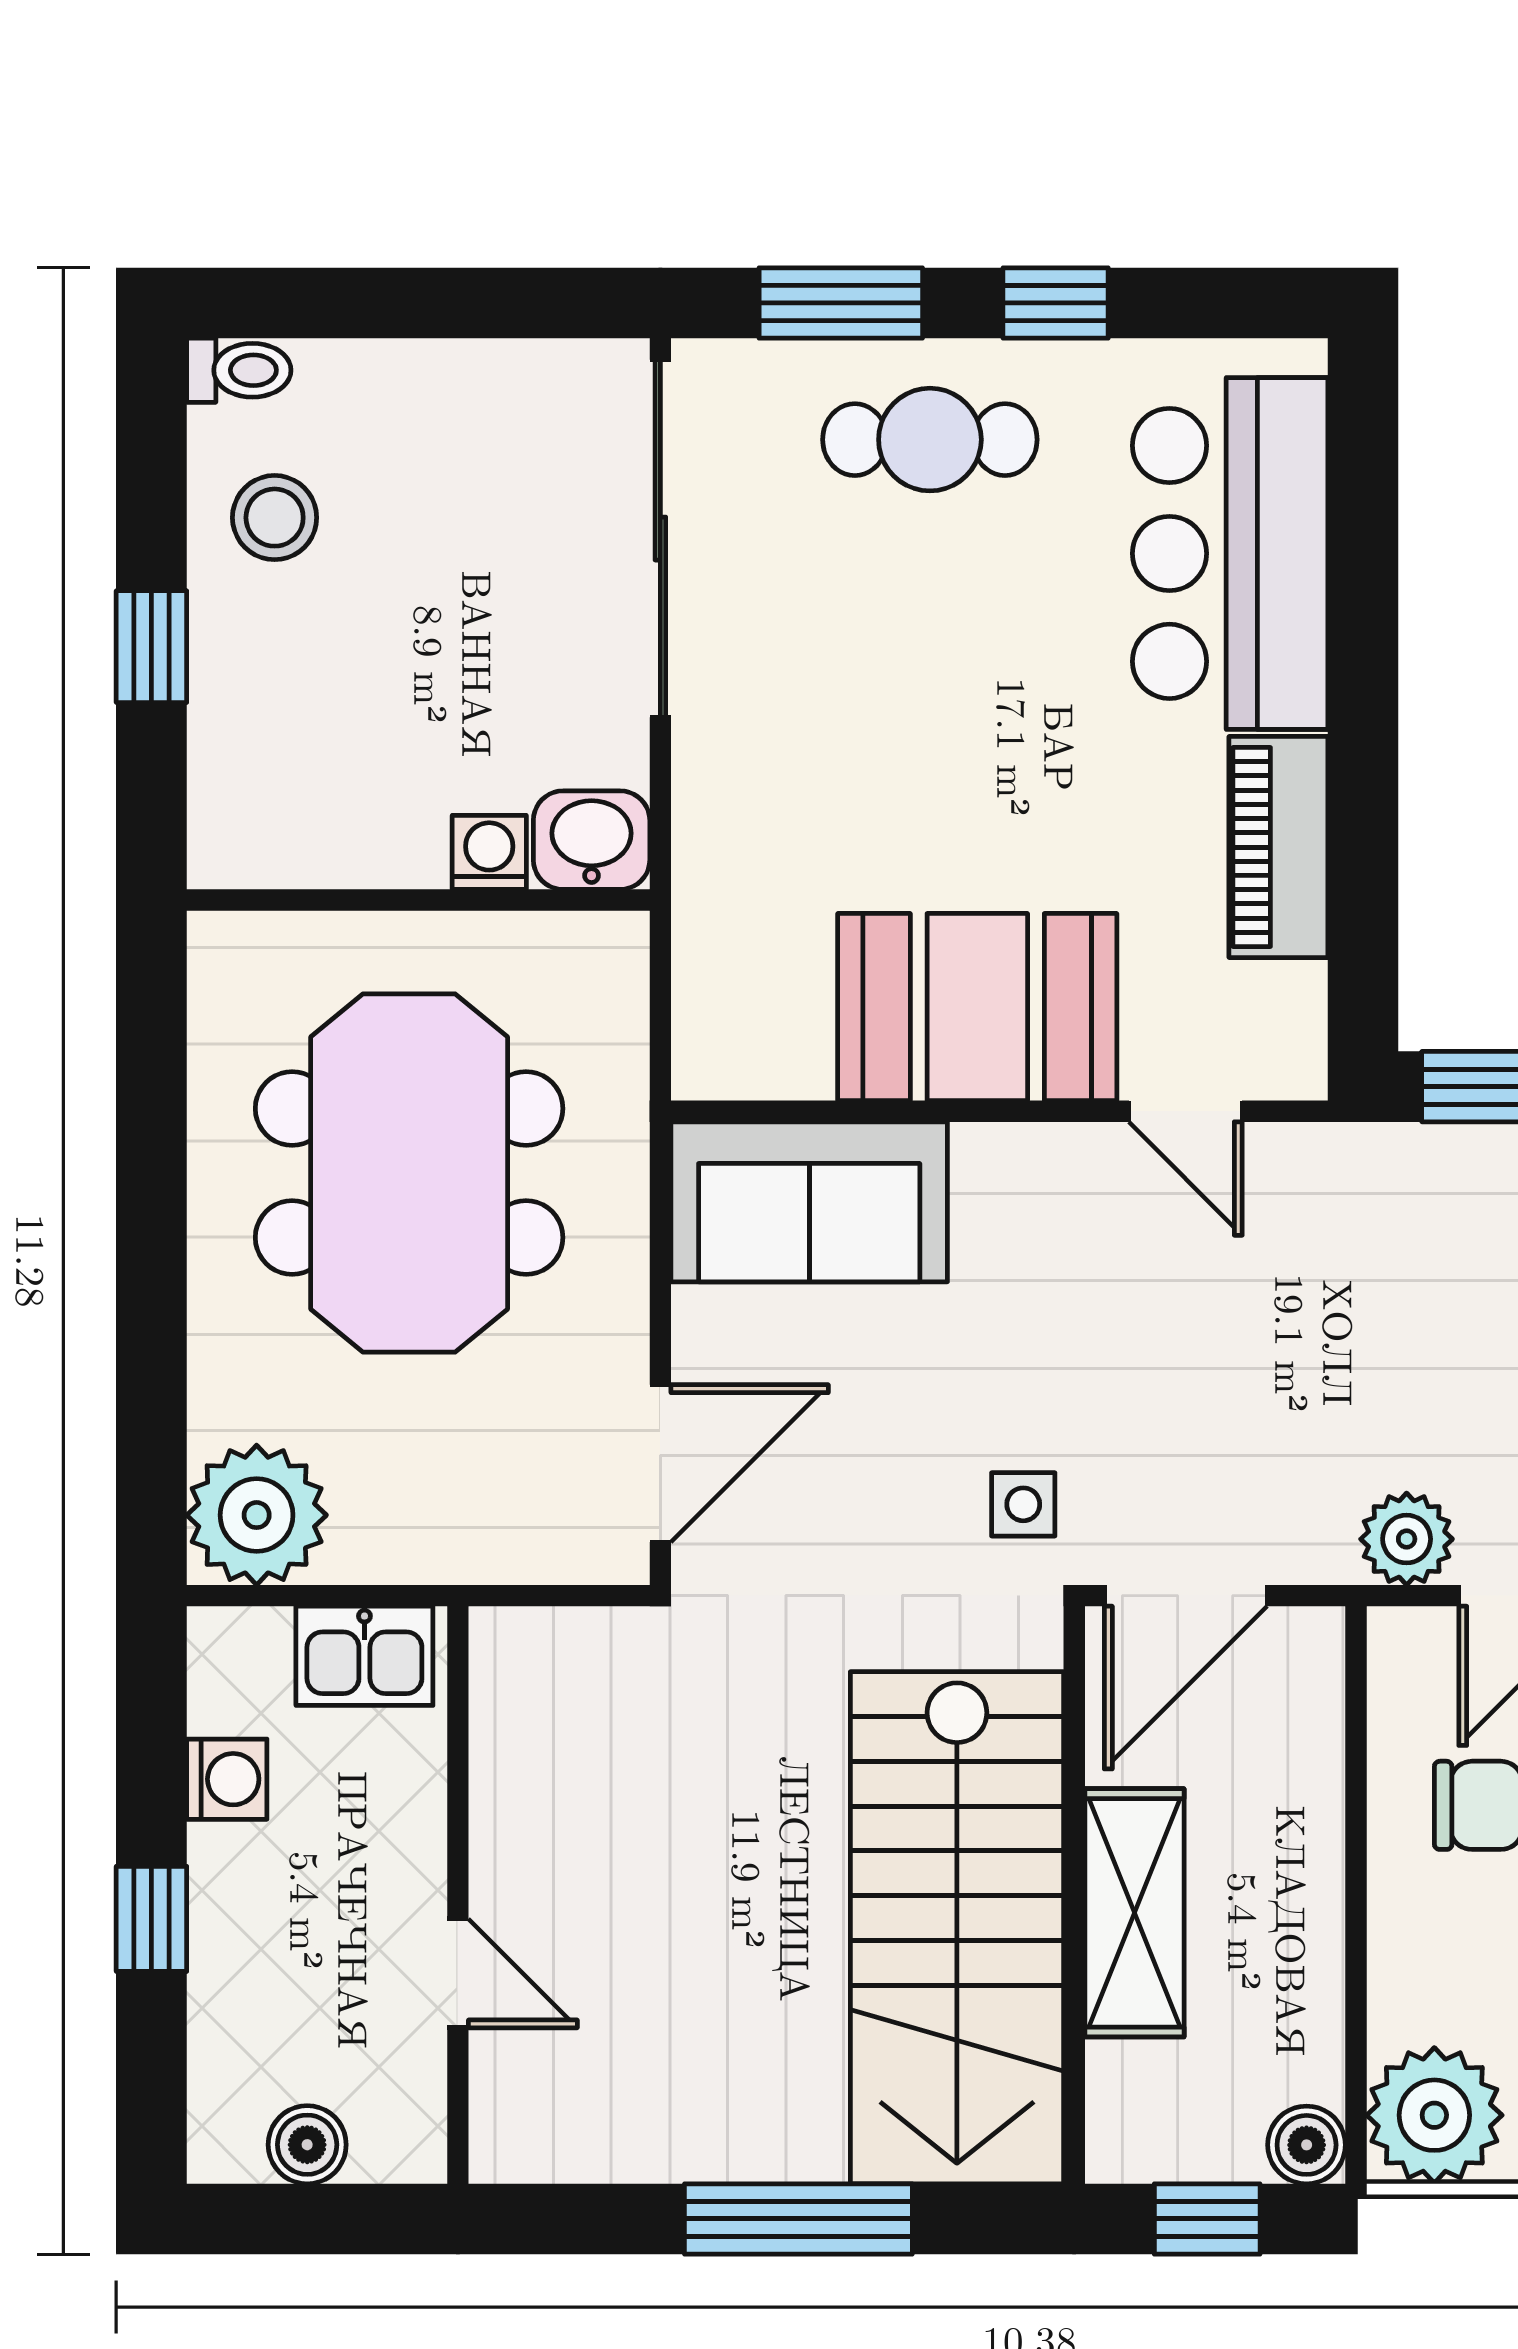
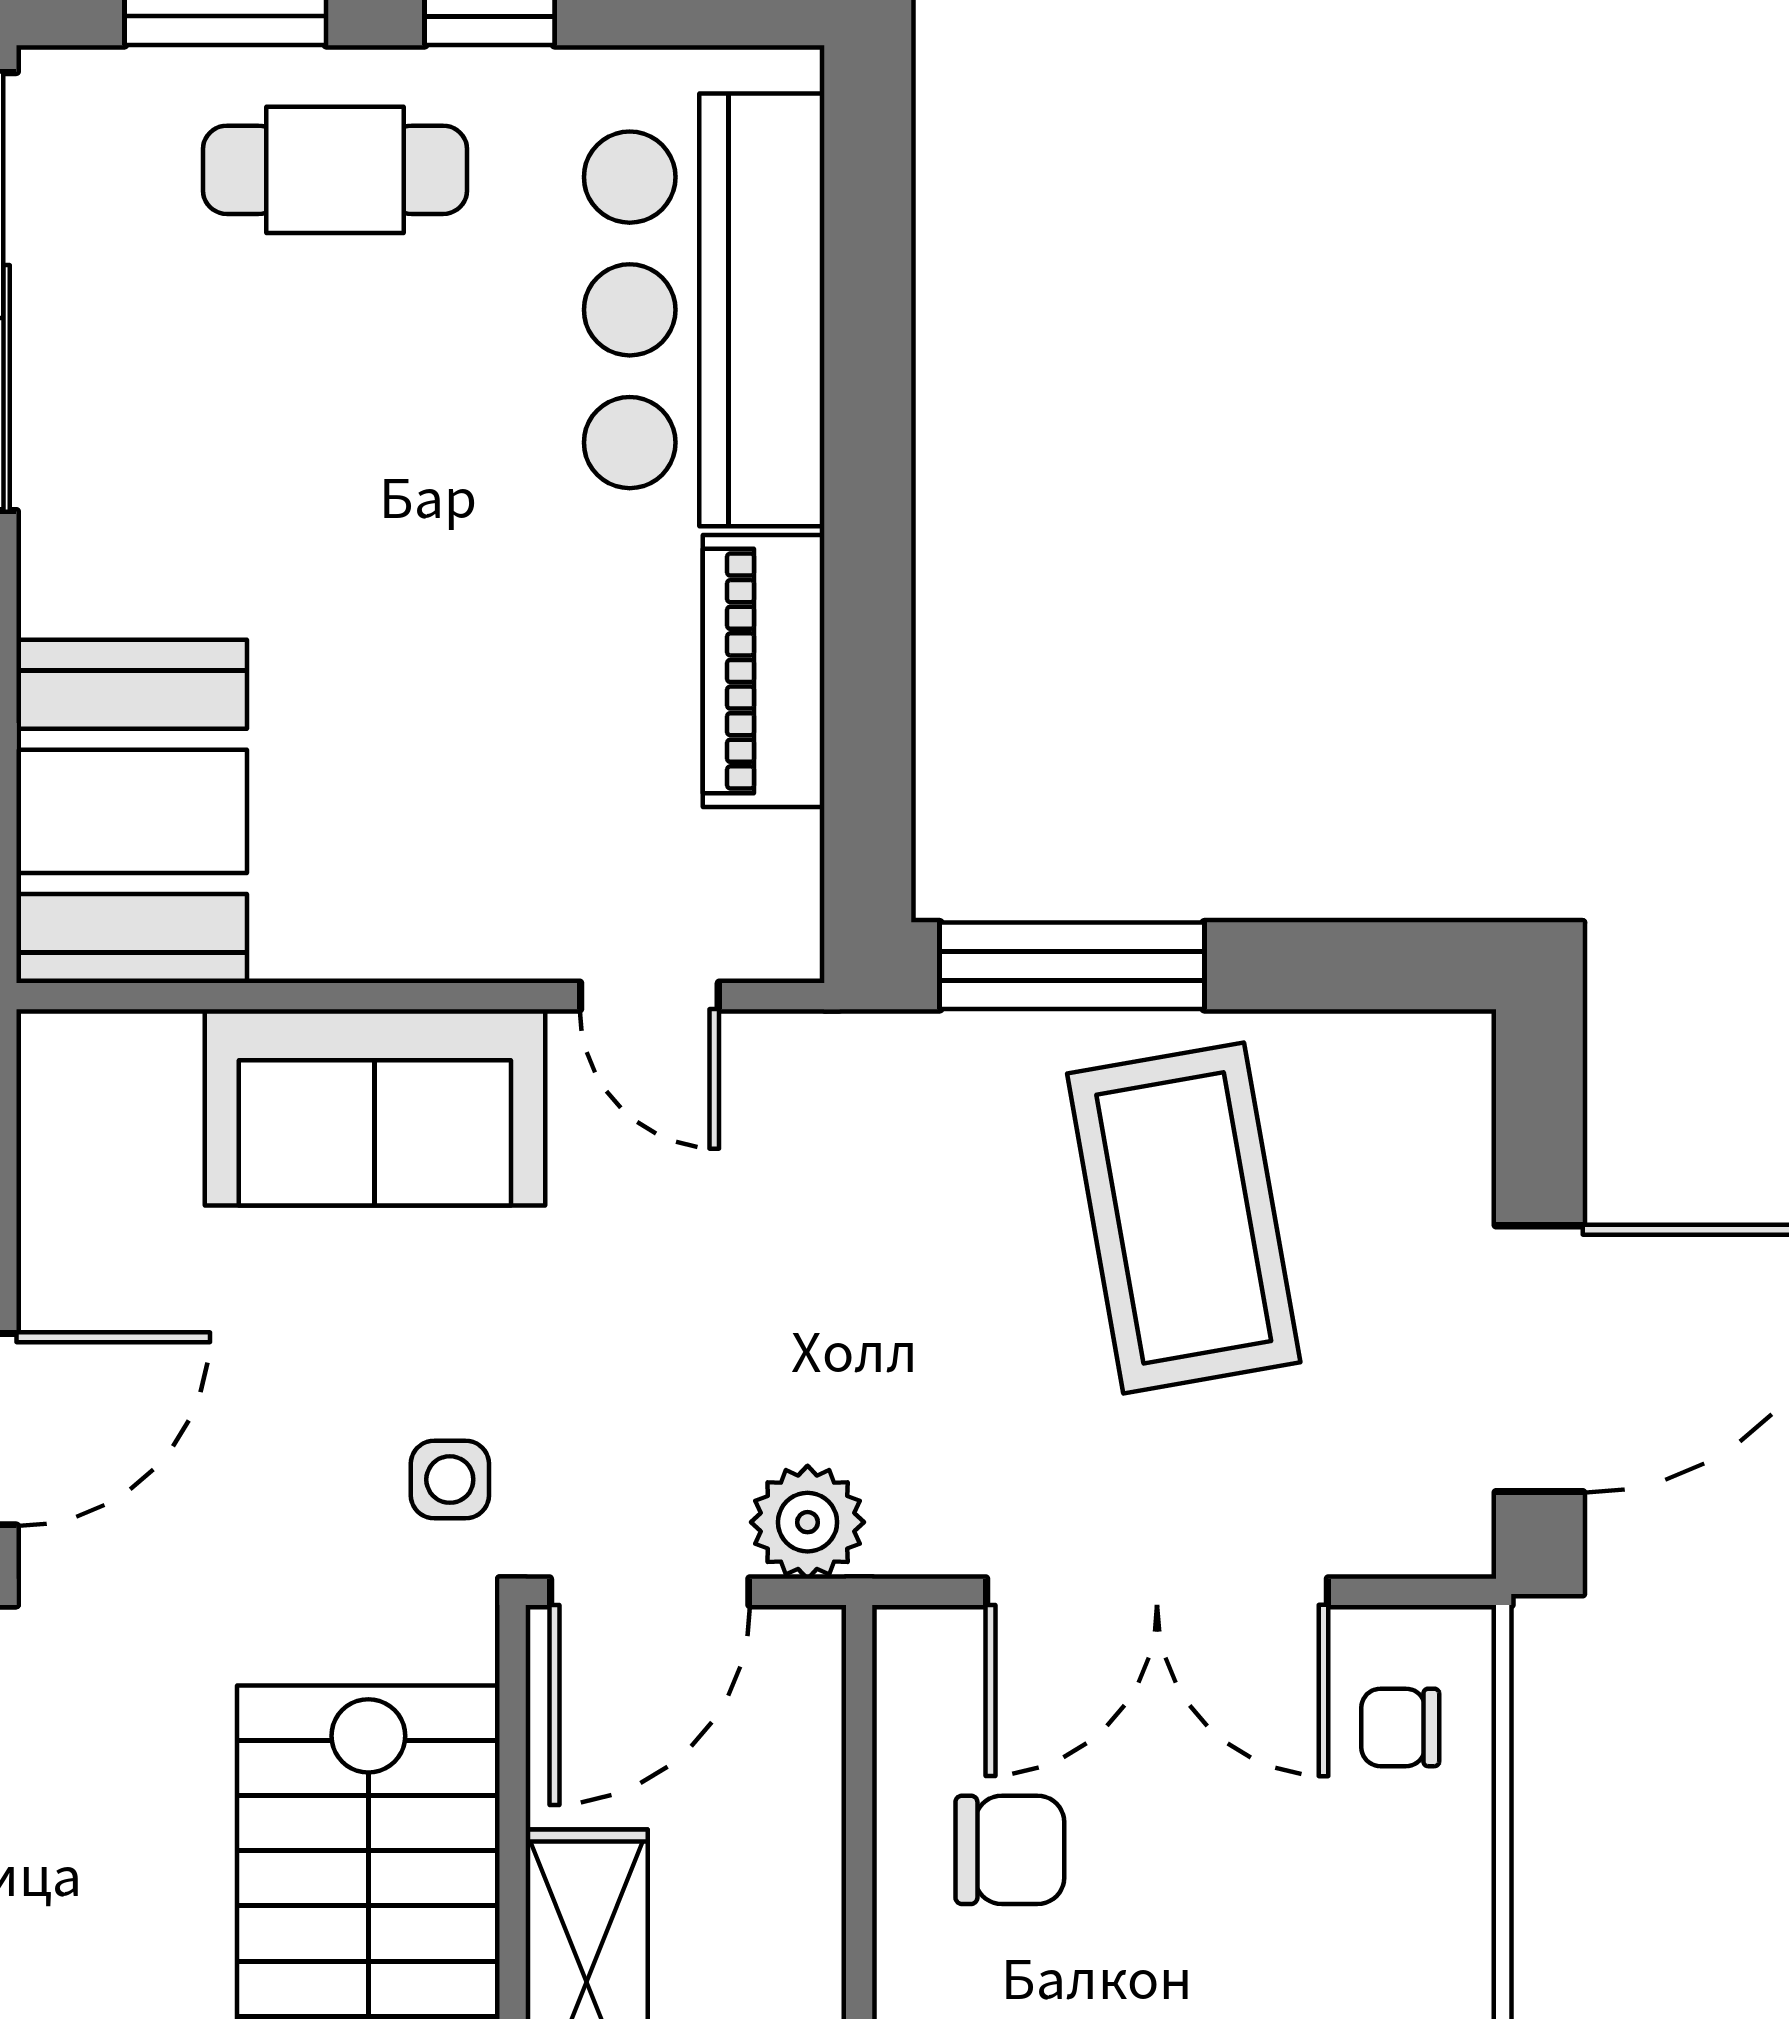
booth: (977, 1007) -> (132, 811), moved, turned 90
sofa: (809, 1202) -> (375, 1107), moved
plant: (1407, 1539) -> (808, 1522), moved

